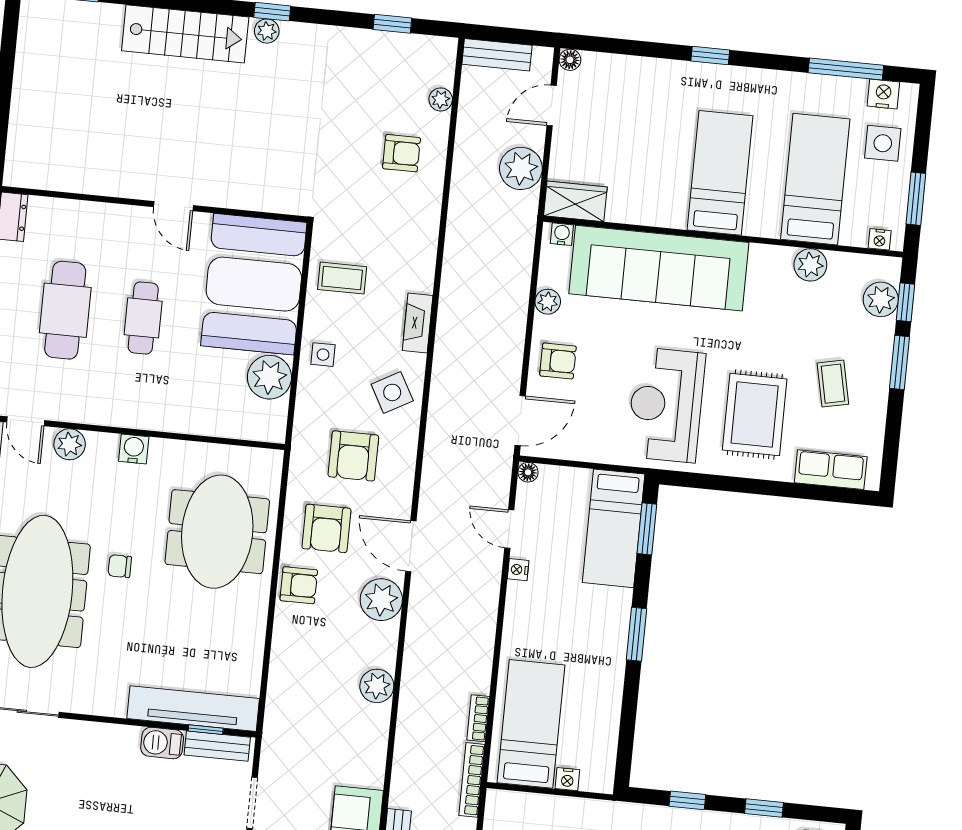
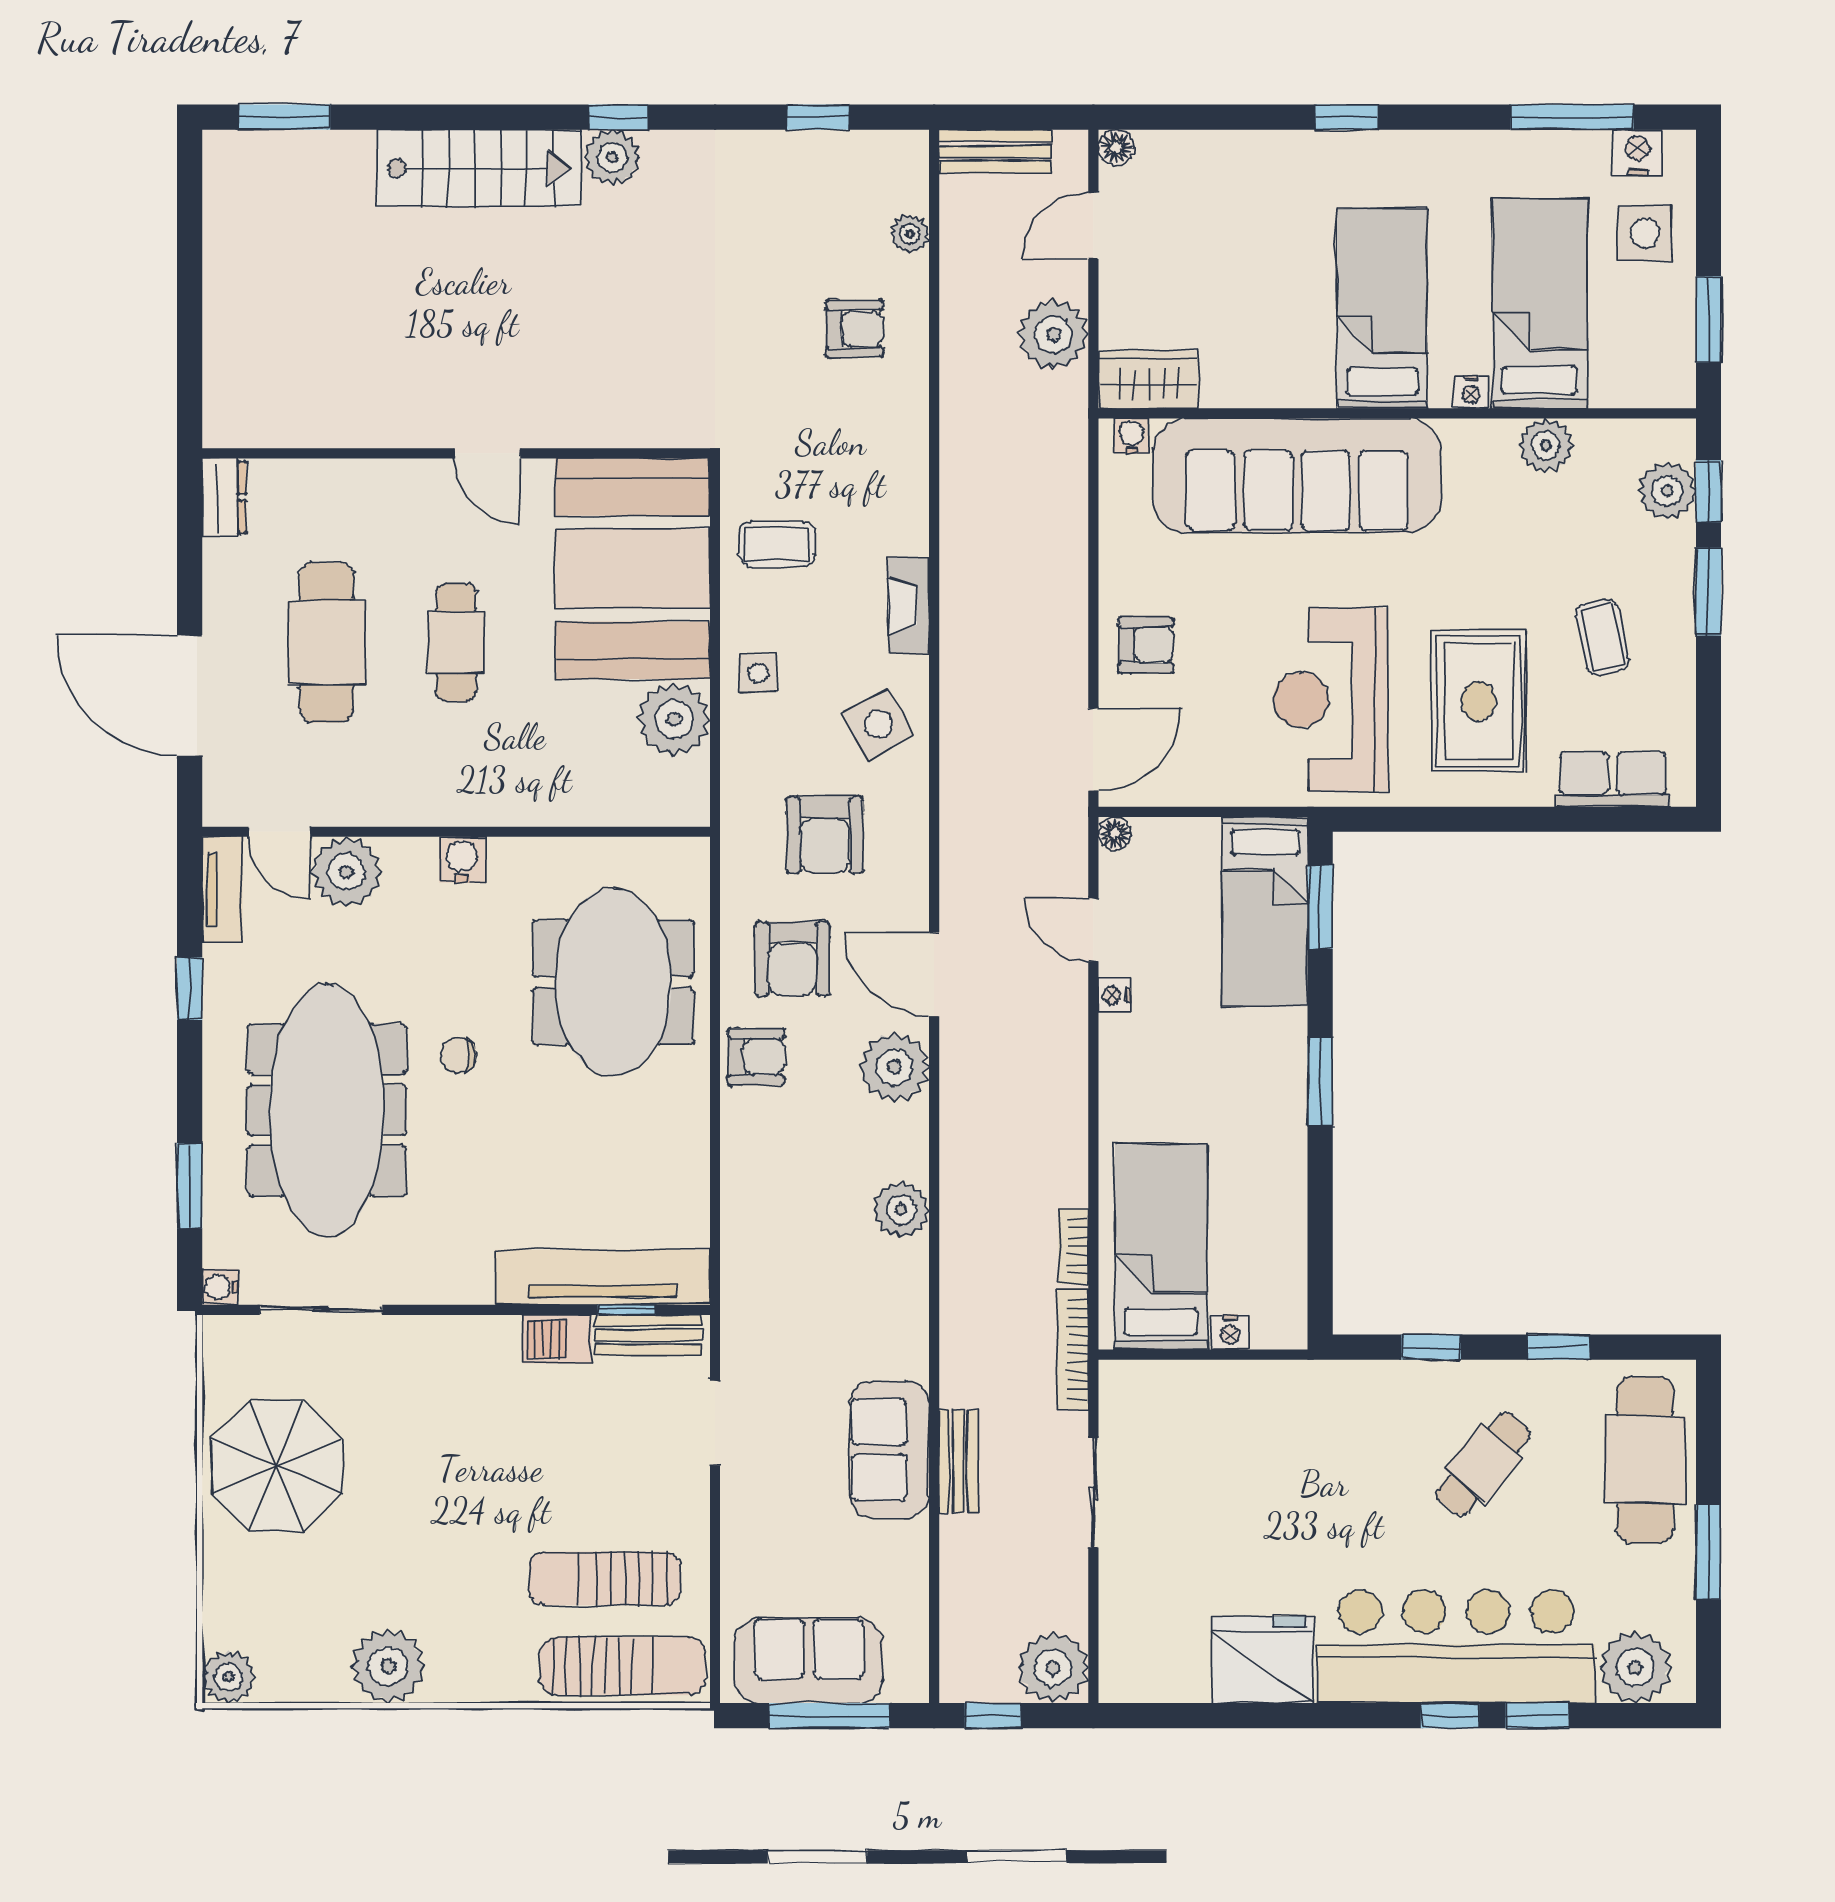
plant: (267, 31) -> (612, 157), width x1.38, depth x1.38
nightstand: (880, 239) -> (1471, 392), moved
plant: (548, 302) -> (1119, 549), removed
plant: (70, 444) -> (346, 872), width x1.36, depth x1.36

